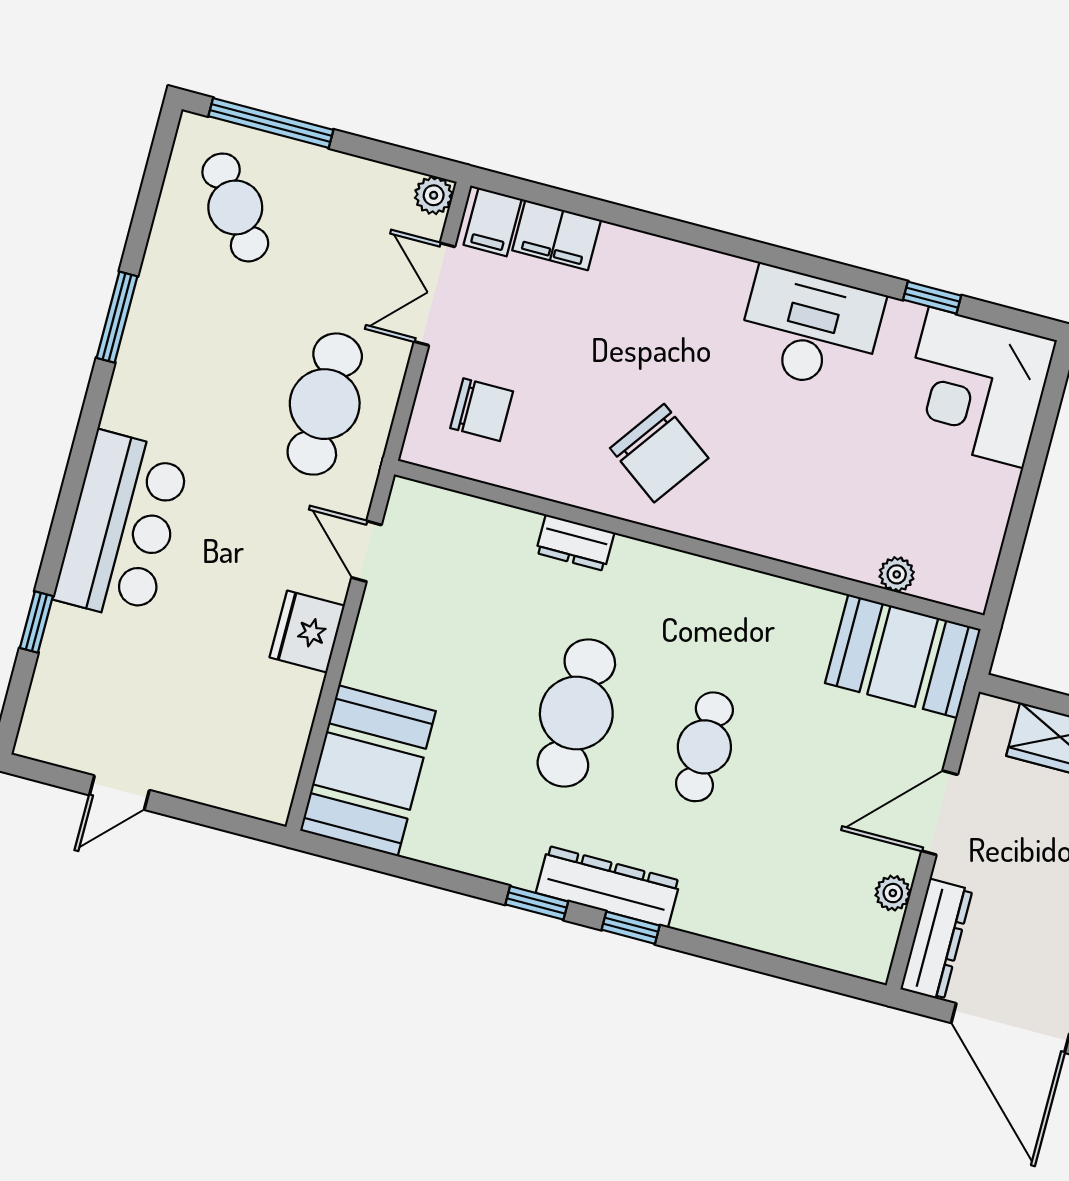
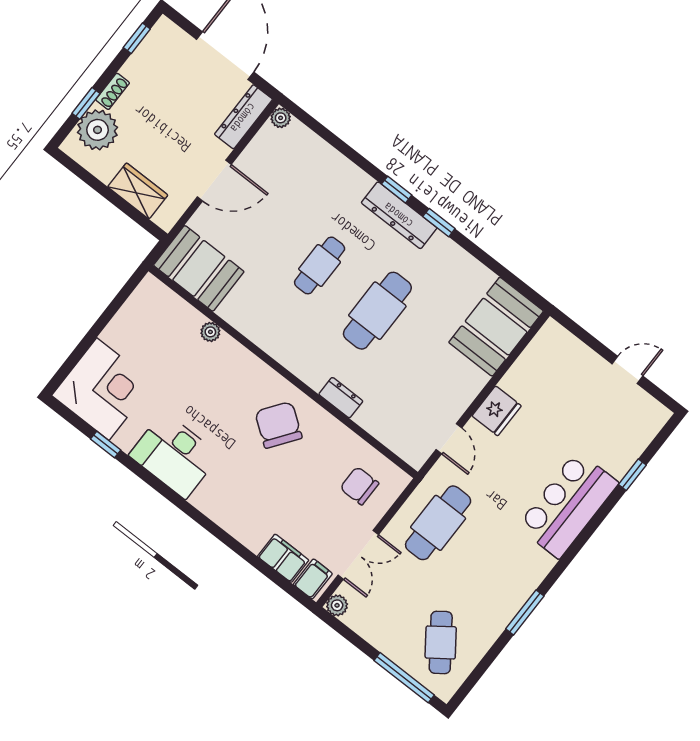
plant: (897, 574) -> (210, 332), moved
plant: (893, 893) -> (281, 118), moved

